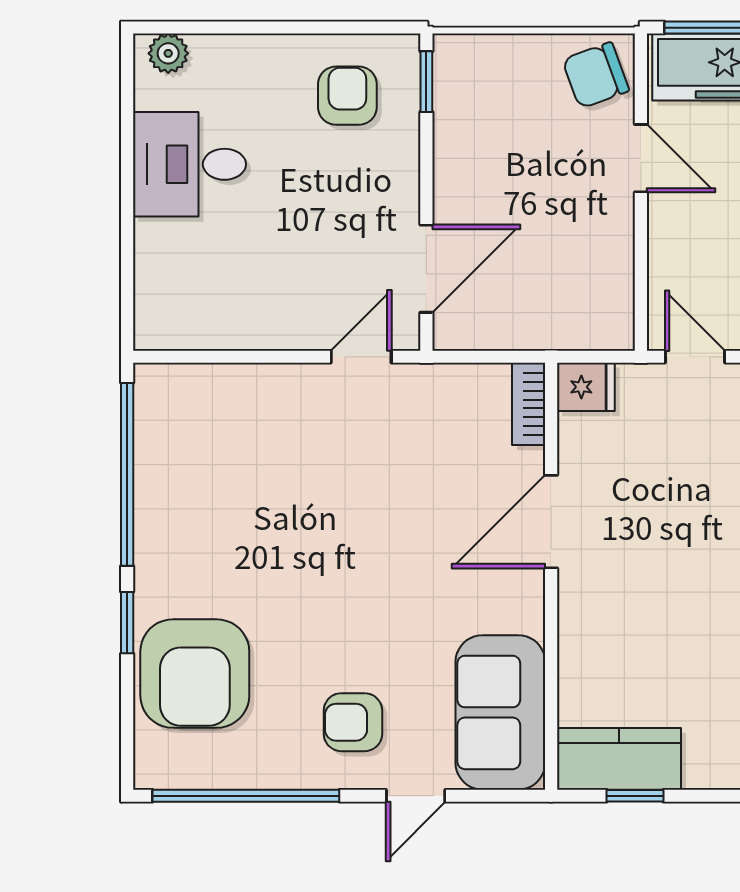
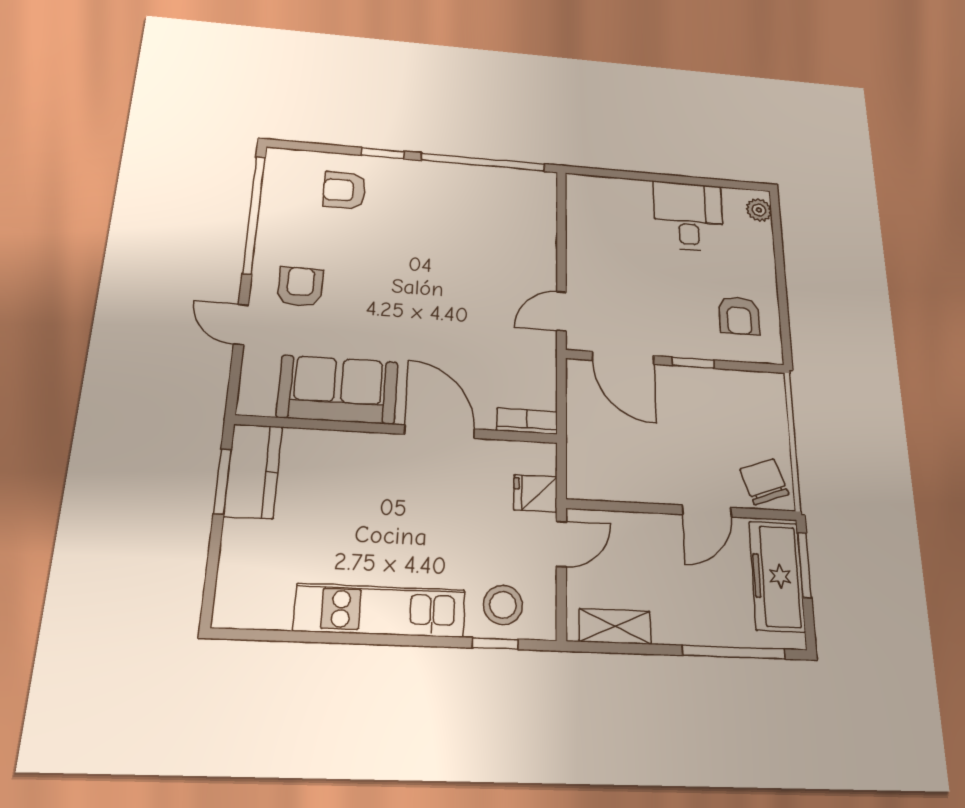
window: (426, 82) -> (693, 363), moved
armchair: (347, 96) -> (739, 316), turned 90
door: (361, 357) -> (561, 311), swing flipped
fridge: (586, 387) -> (535, 493), moved, turned 90
armchair: (195, 674) -> (344, 190), width x0.53, depth x0.53
sofa: (500, 712) -> (338, 390), moved
window: (635, 796) -> (222, 481), width x1.50

